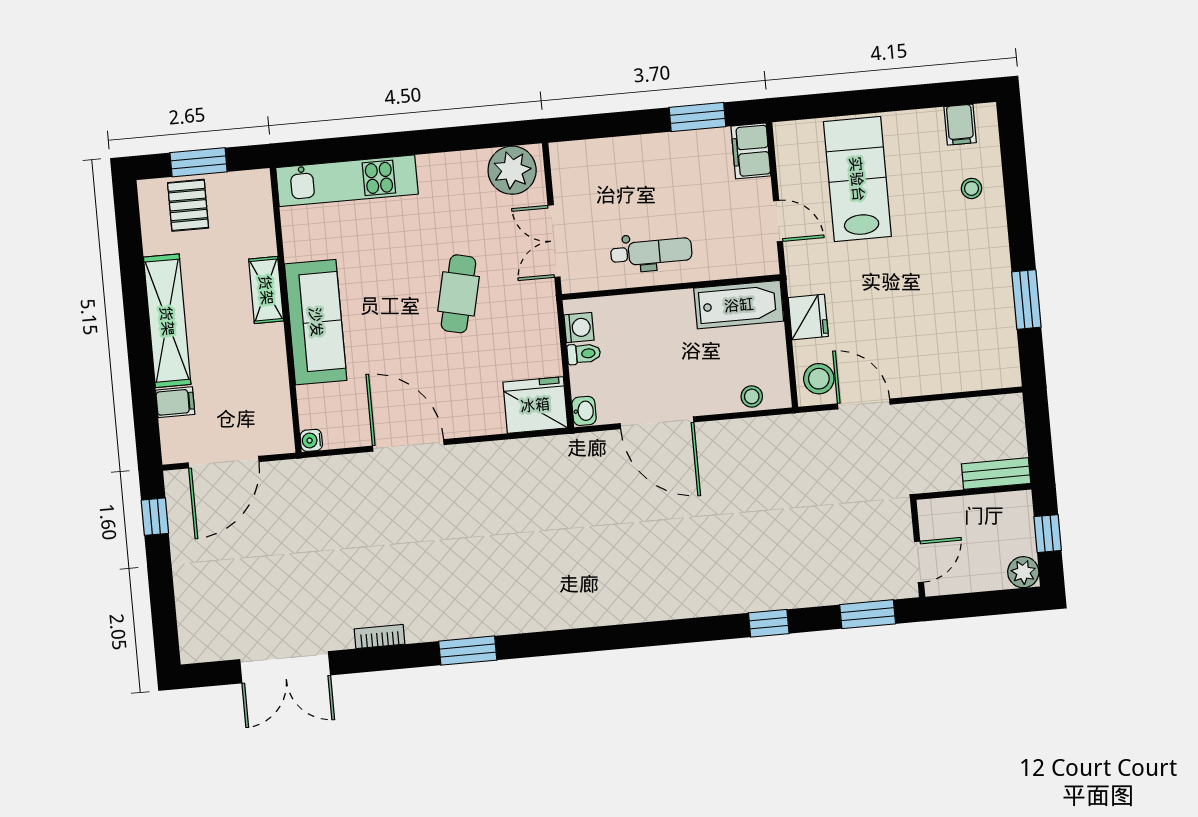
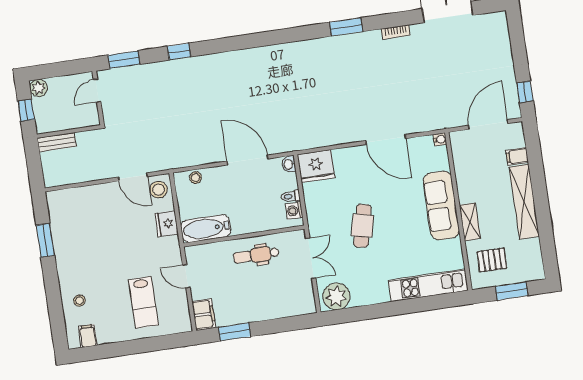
lab bench: (857, 179) -> (143, 302), width x0.73, depth x0.72
pallet: (188, 205) -> (492, 260), moved, turned 90

